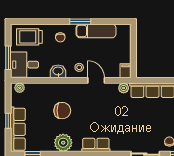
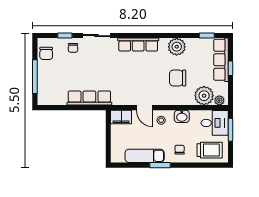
filing cabinet: (125, 71) -> (121, 117), width x2.00
plant: (124, 88) -> (204, 96), moved, width x1.88, depth x1.88
row of seats: (96, 145) -> (138, 45), width x1.48

